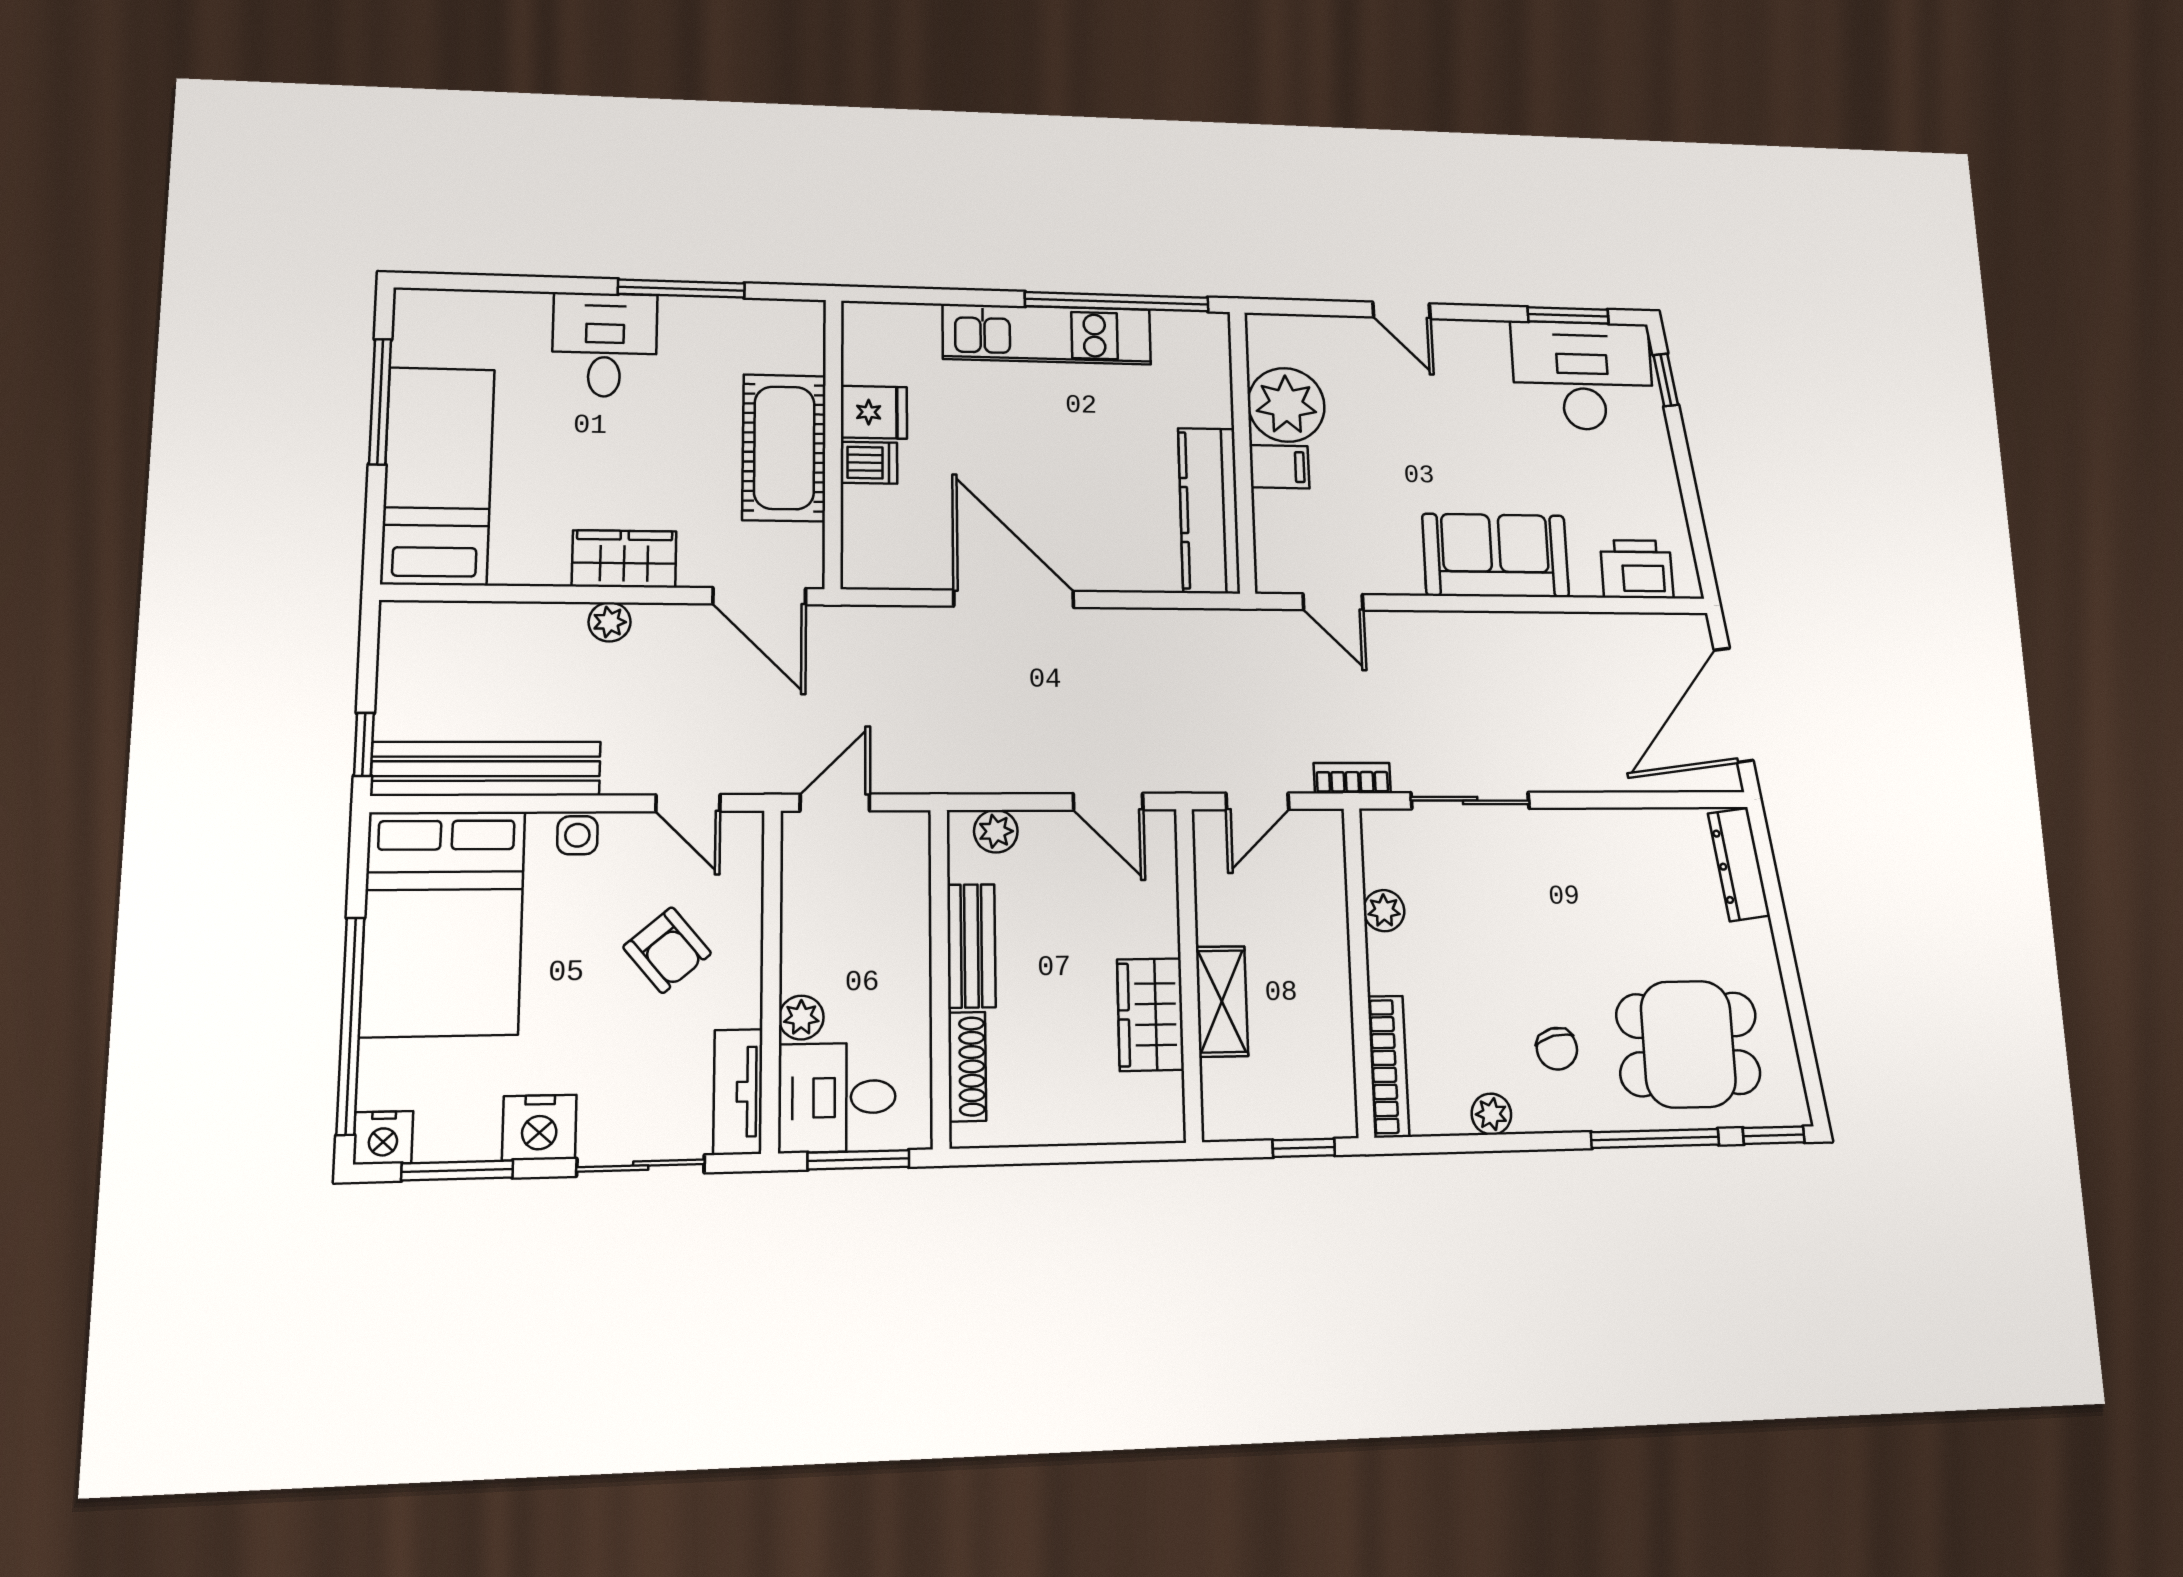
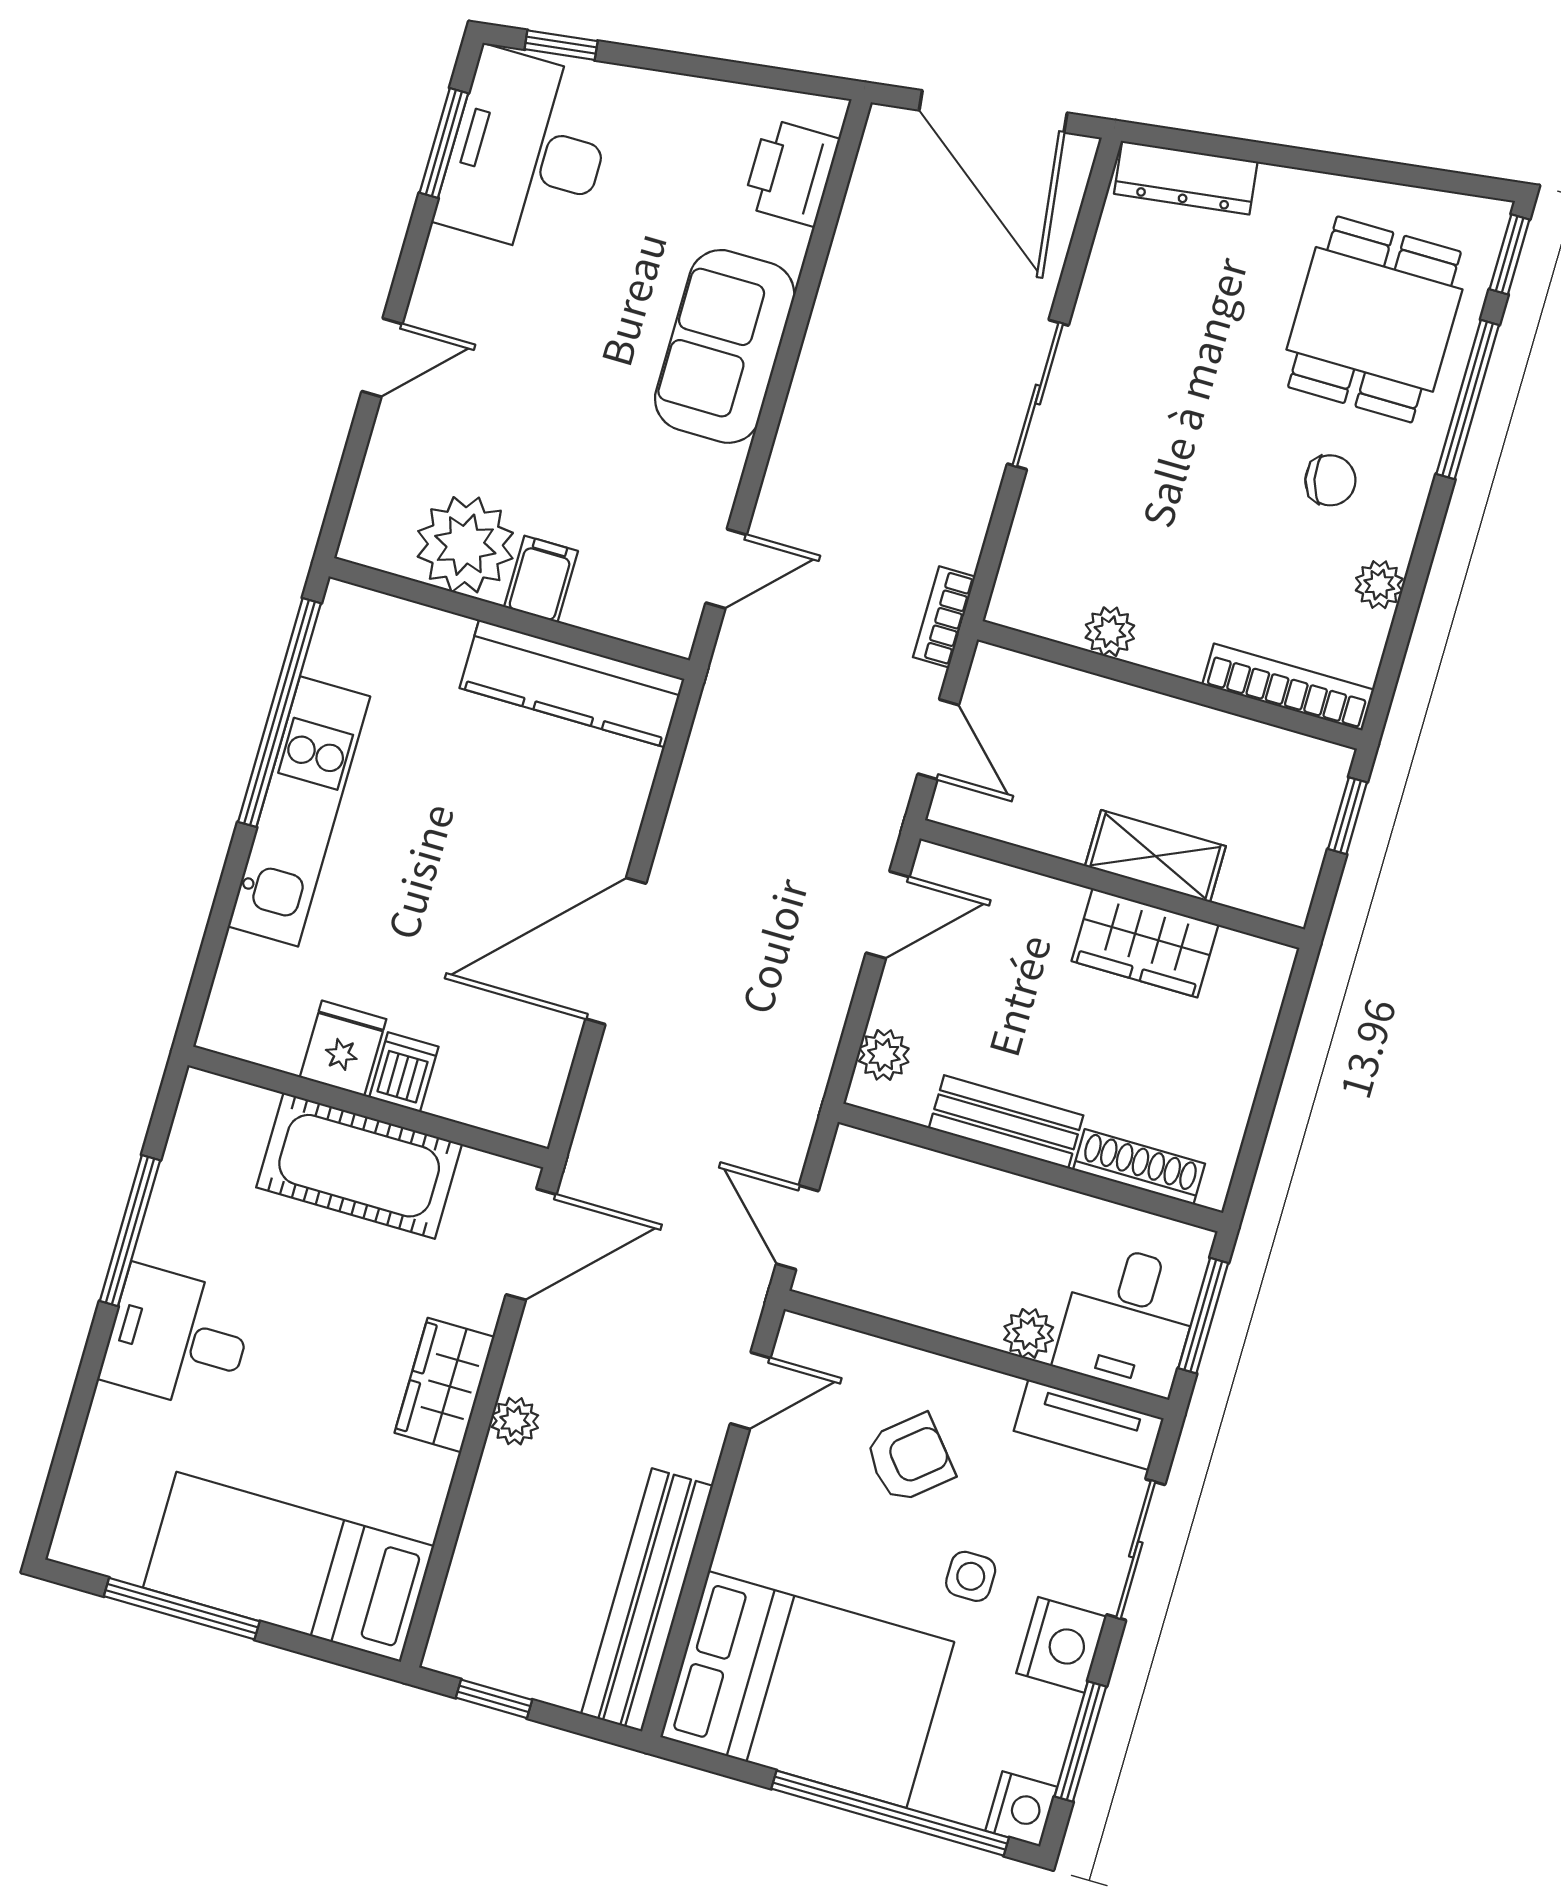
window: (364, 744) -> (494, 1699), moved
sliding door: (1470, 801) -> (1038, 395), moved
side table: (577, 835) -> (971, 1576), moved

